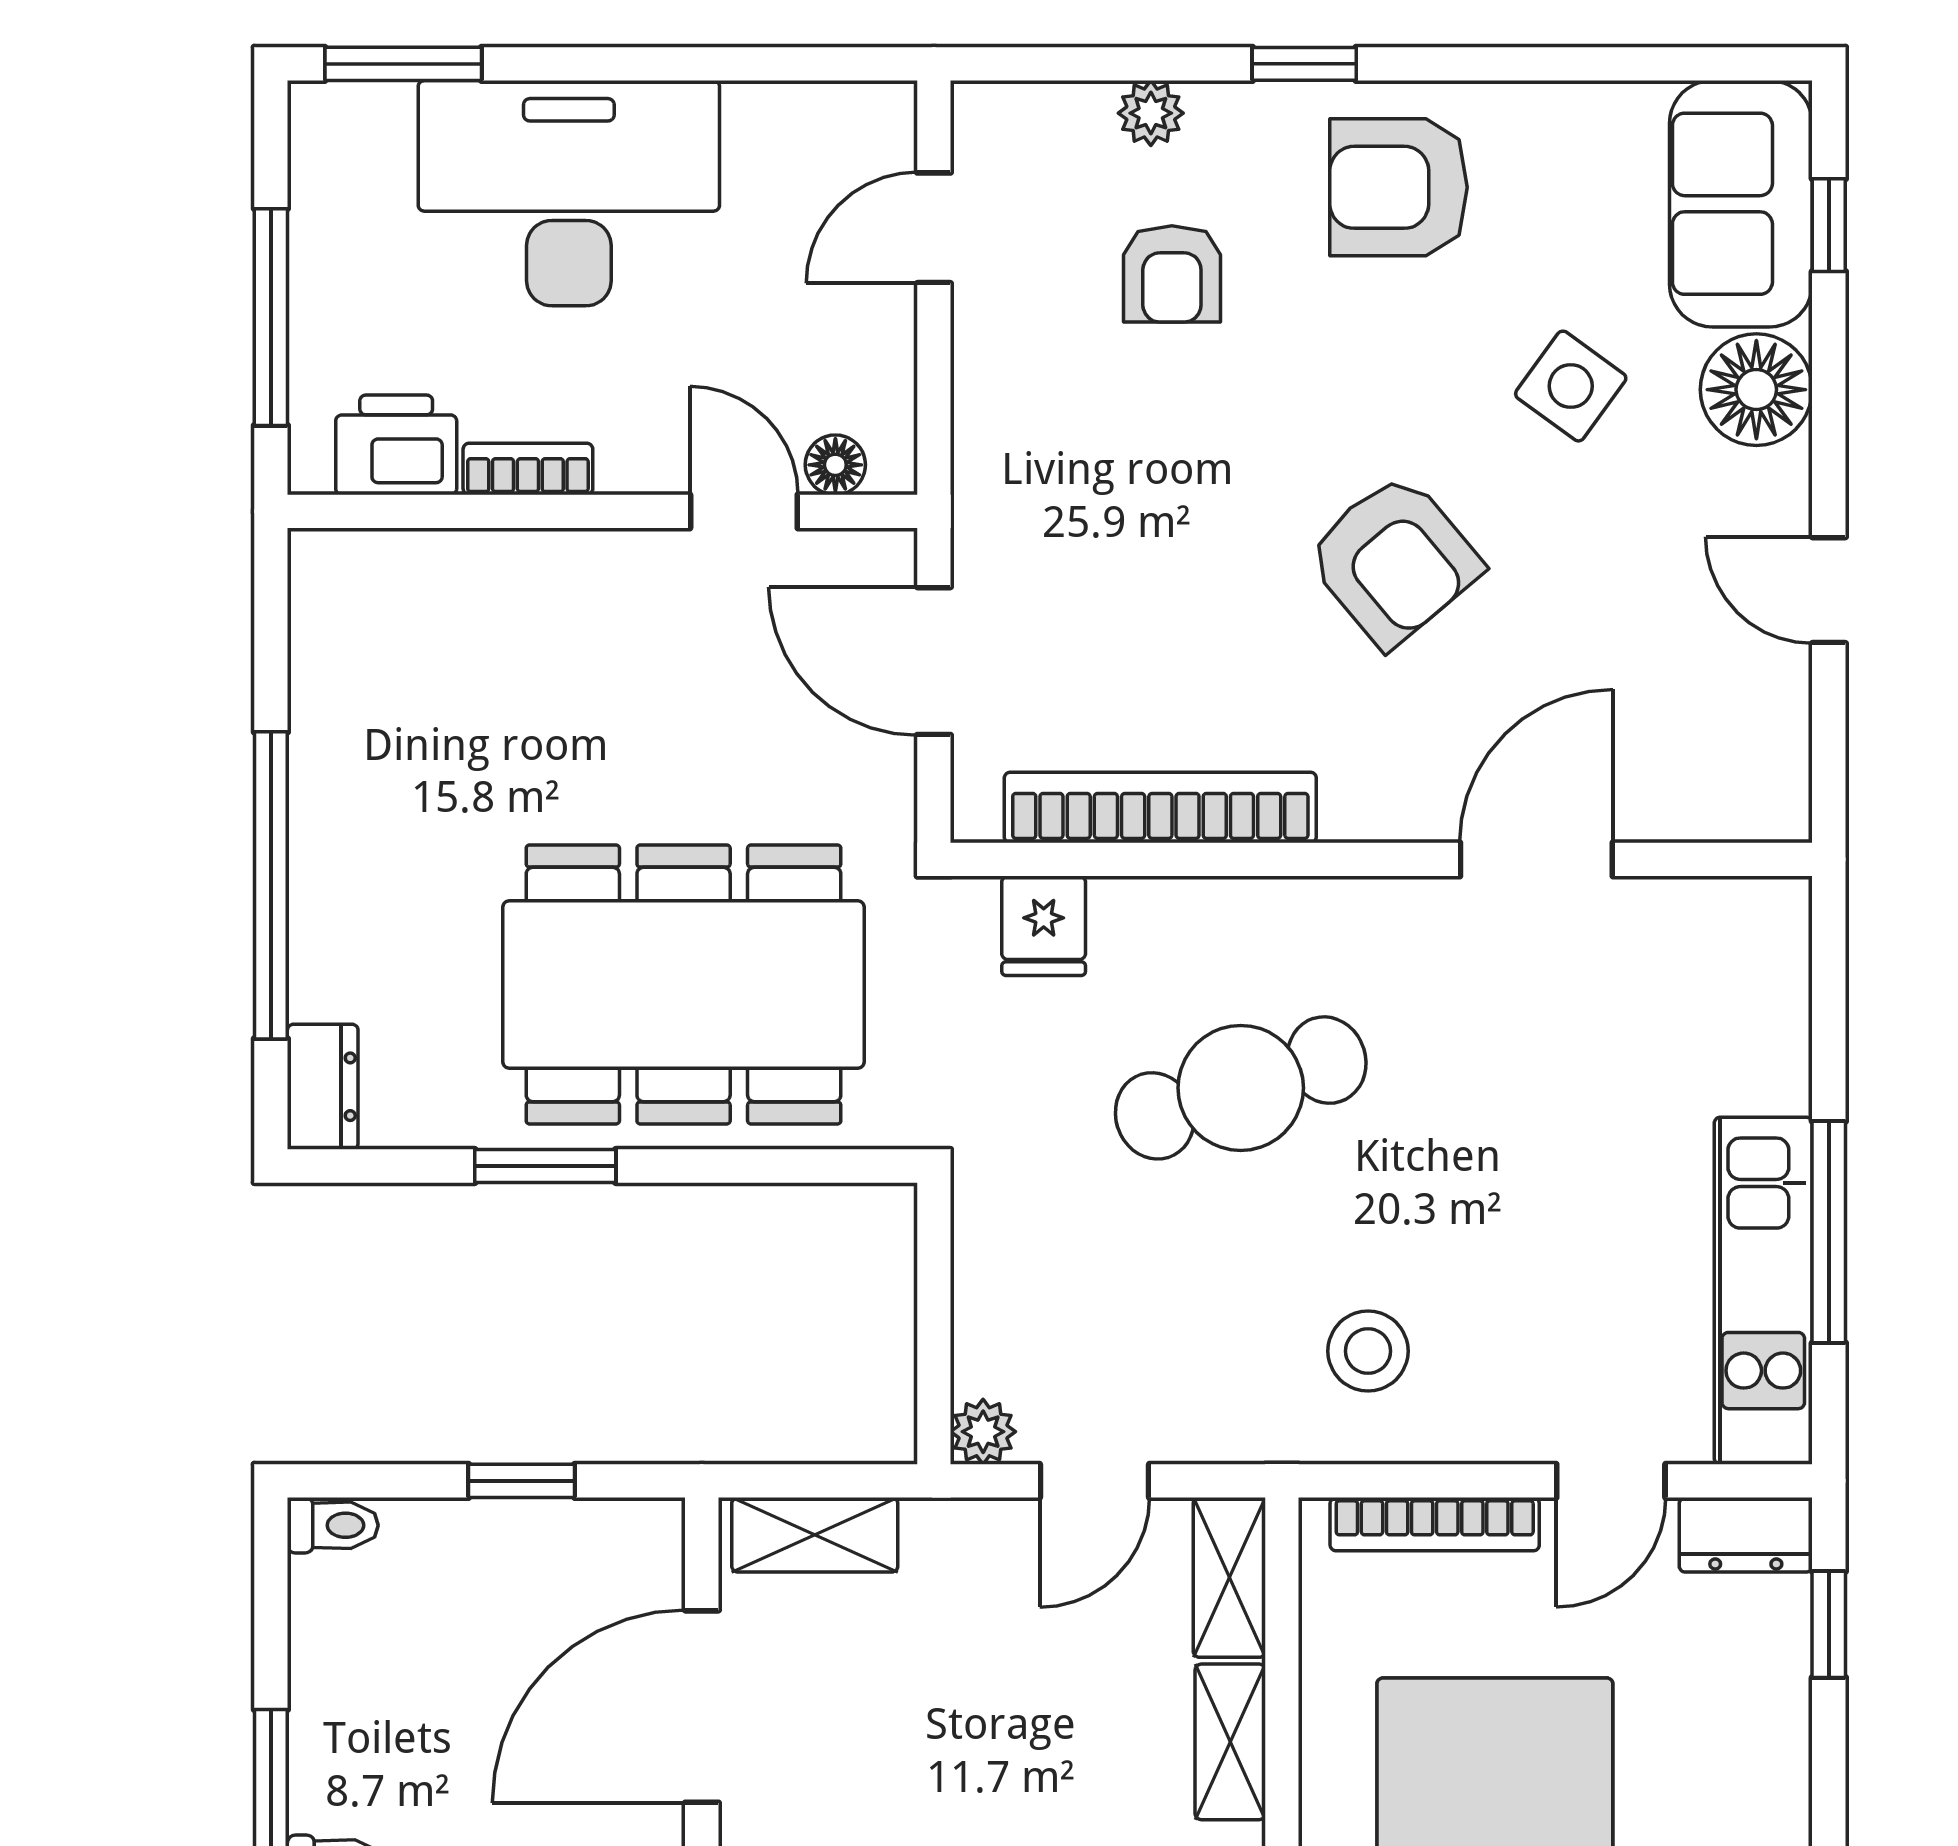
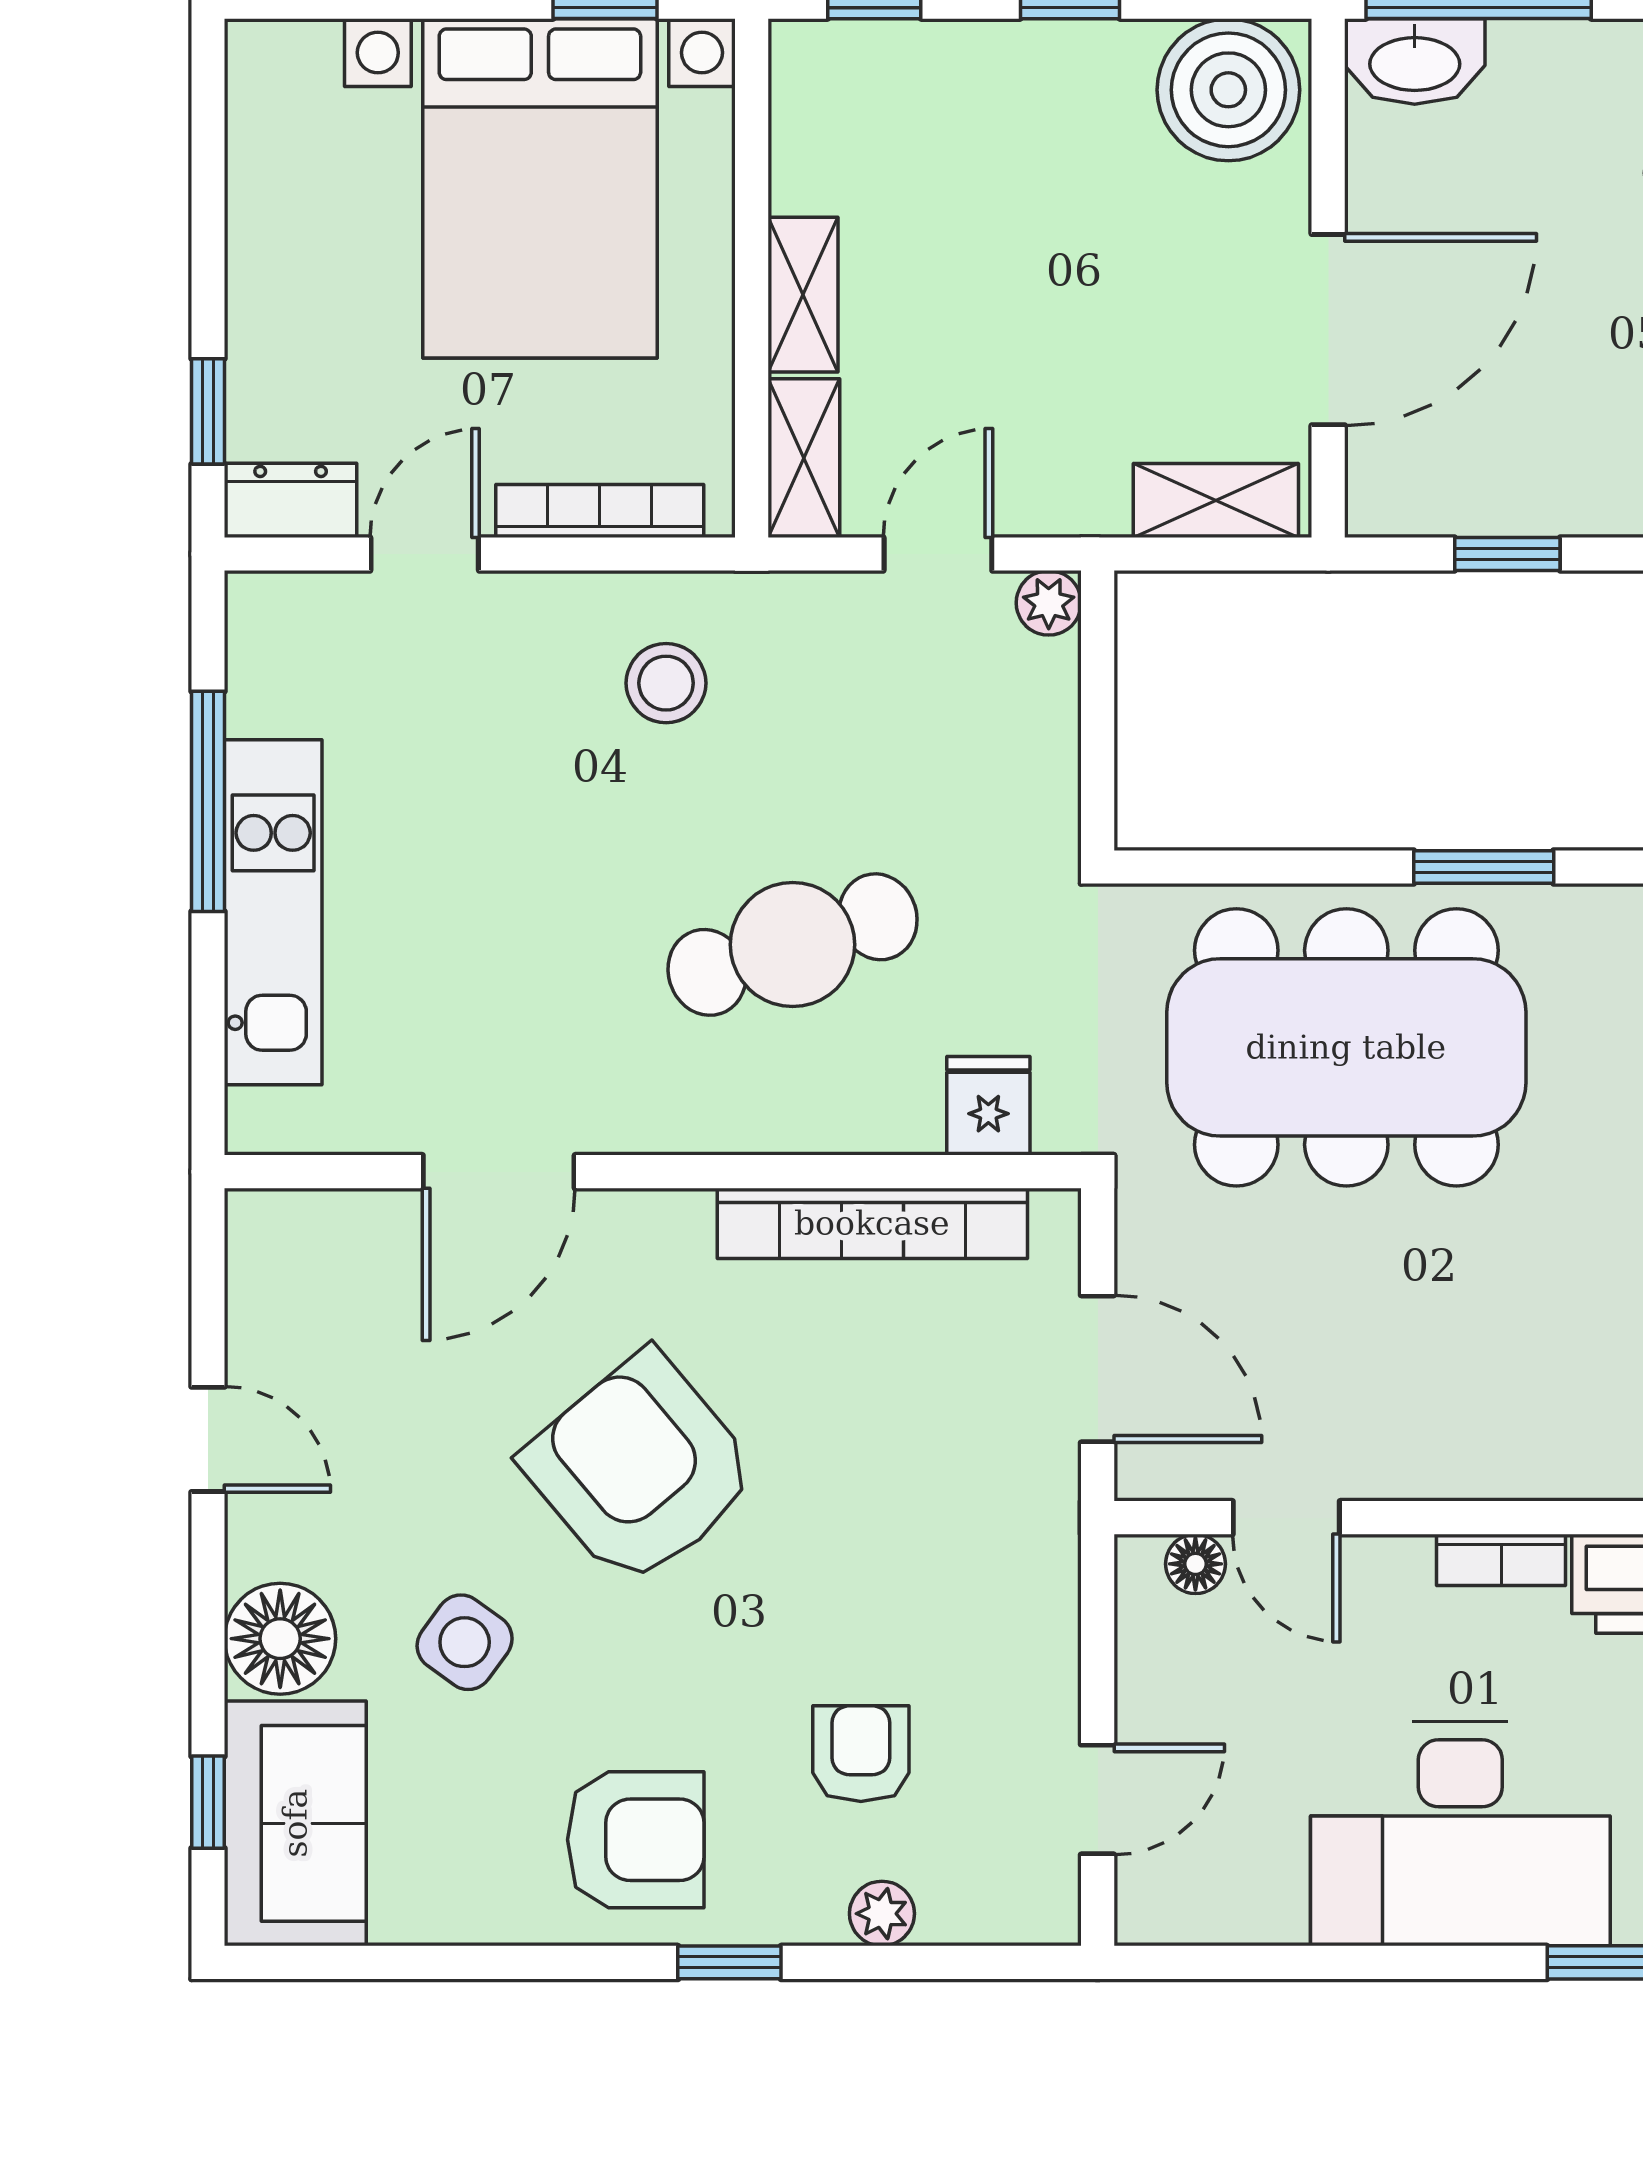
armchair: (1394, 560) -> (641, 1469), width x1.36, depth x1.36
kitchen unit: (1763, 1291) -> (273, 912), moved

